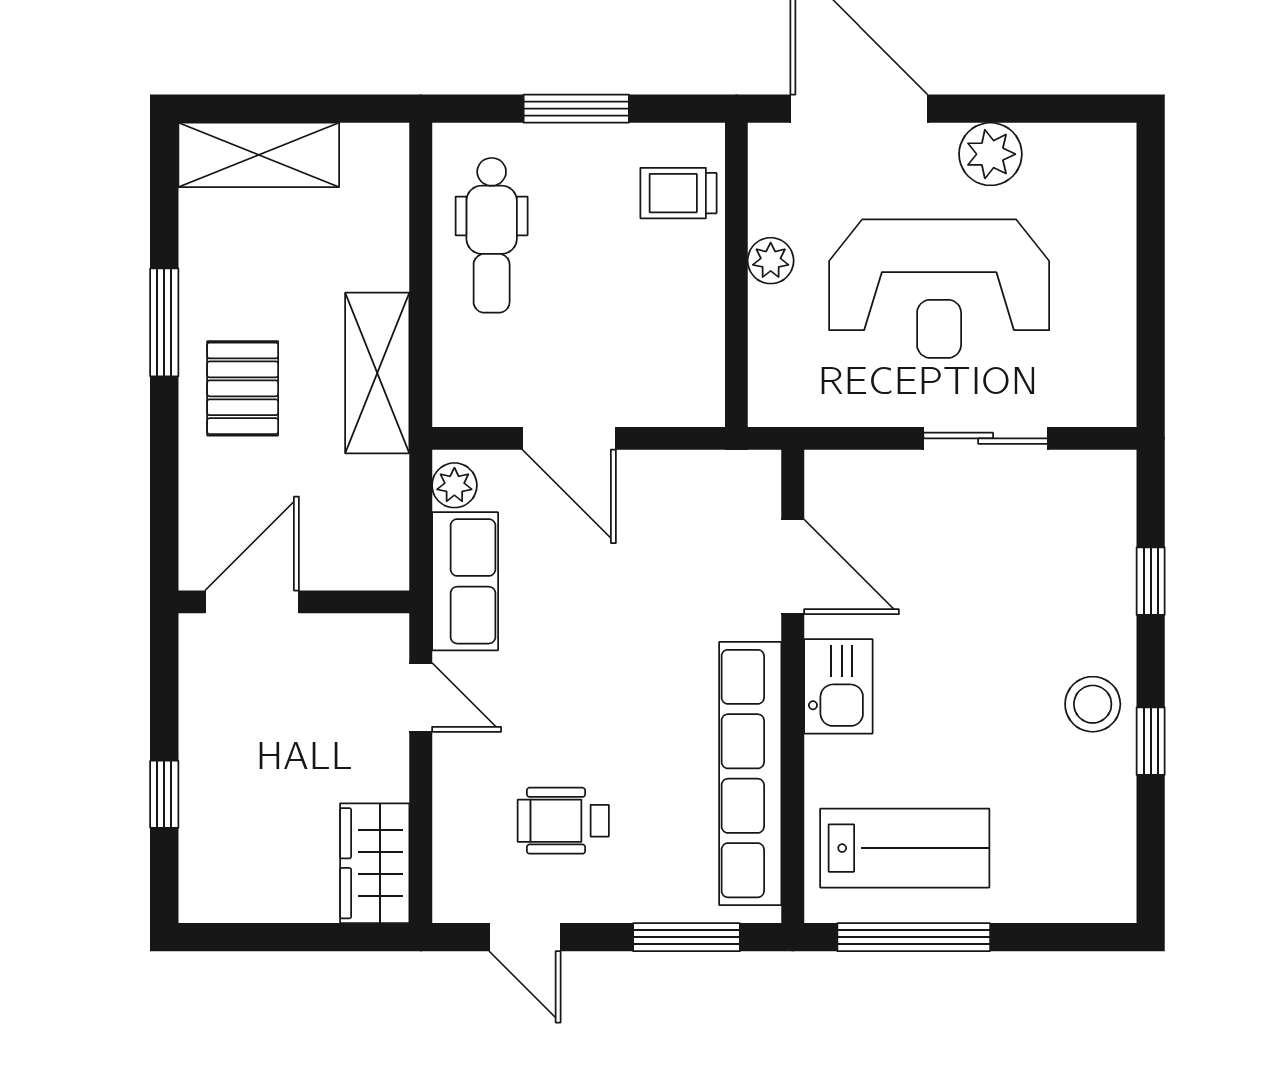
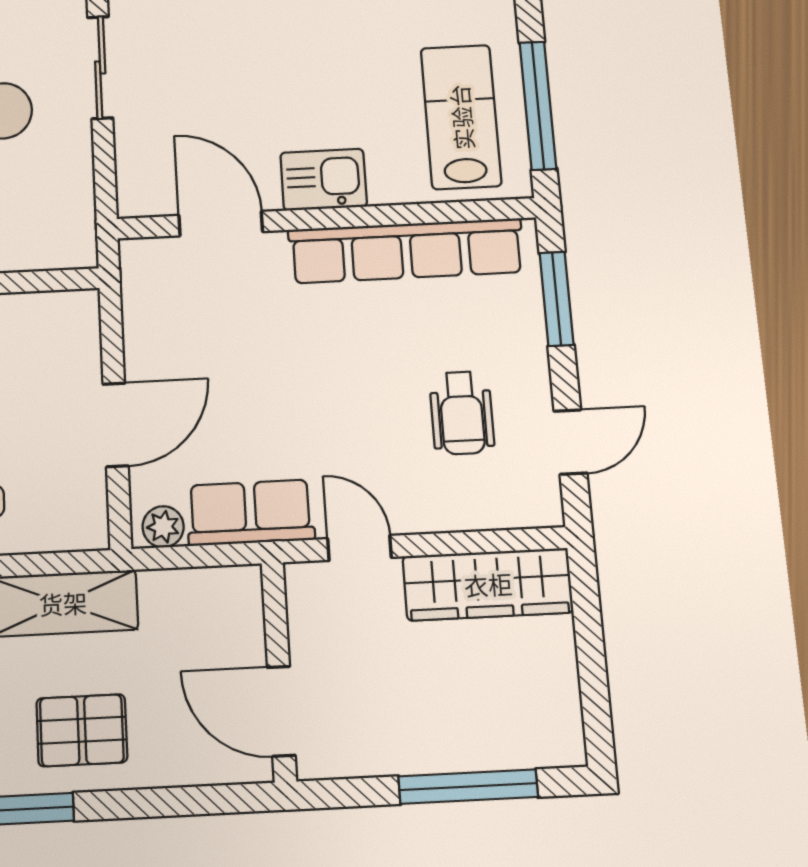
door: (793, 567) -> (221, 224), hinge flipped
door: (421, 697) -> (359, 548), hinge flipped
window: (164, 794) -> (468, 787), width x2.17
wardrobe: (375, 863) -> (488, 584), width x1.50

